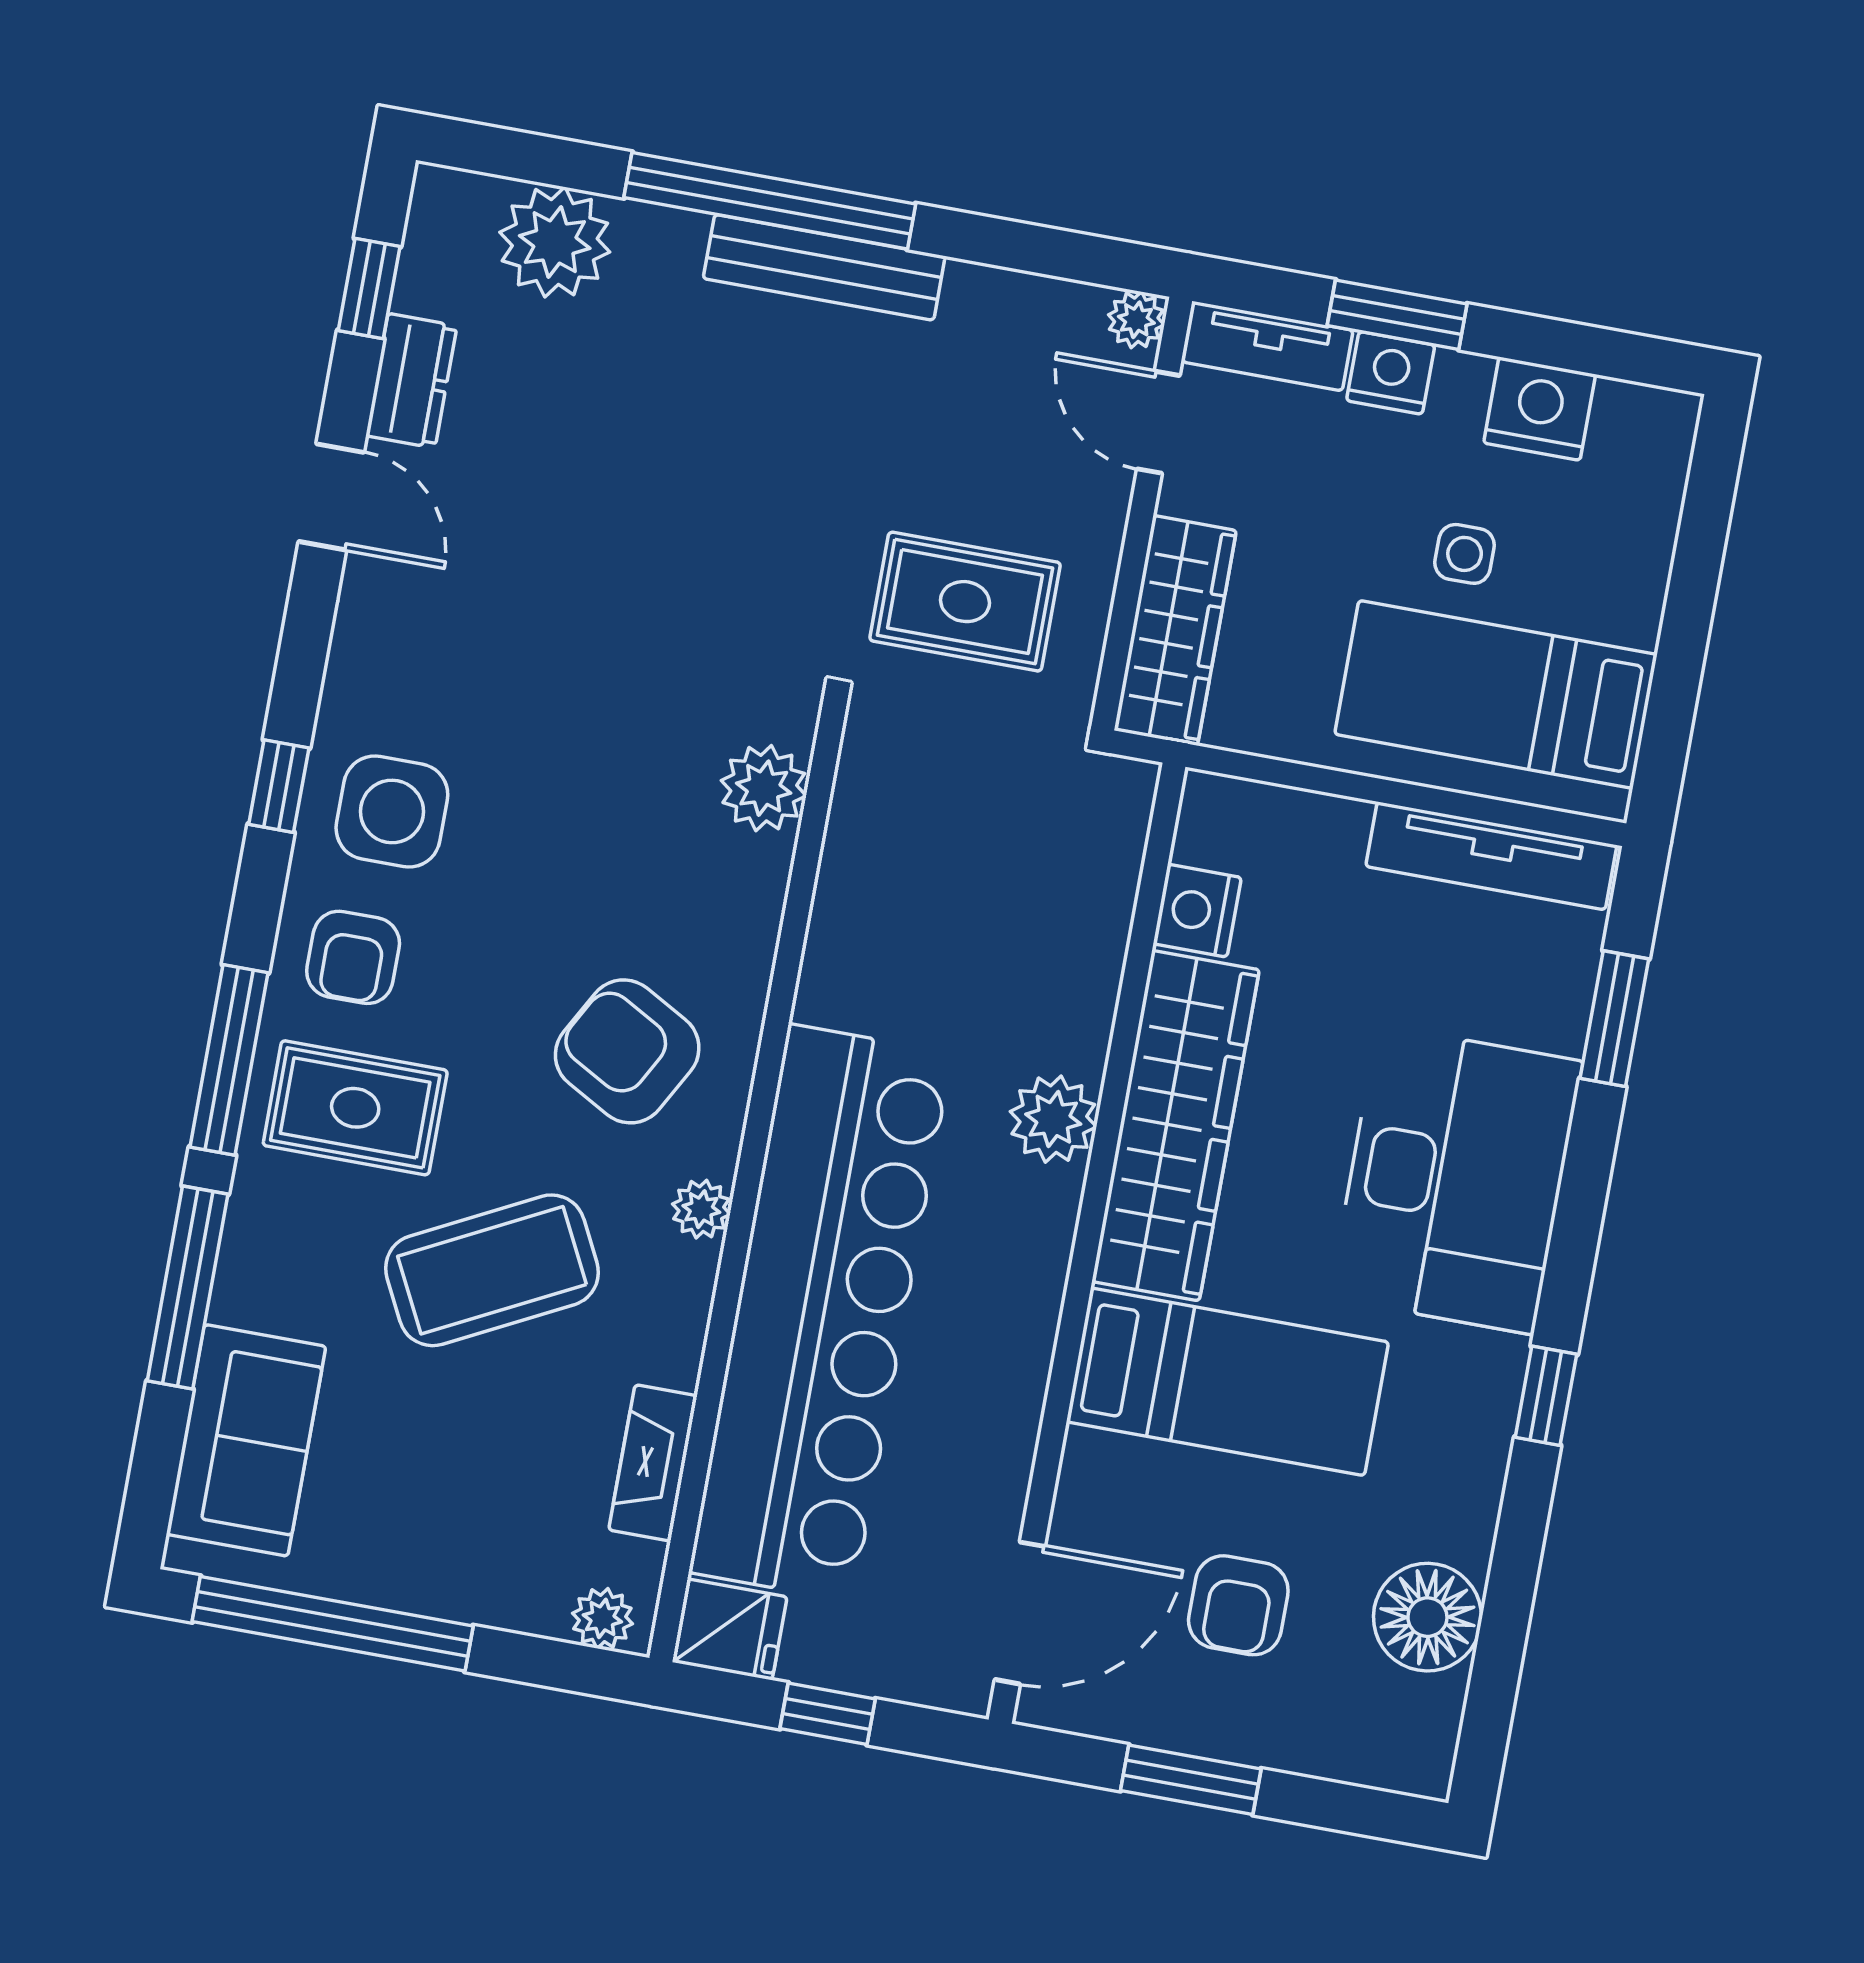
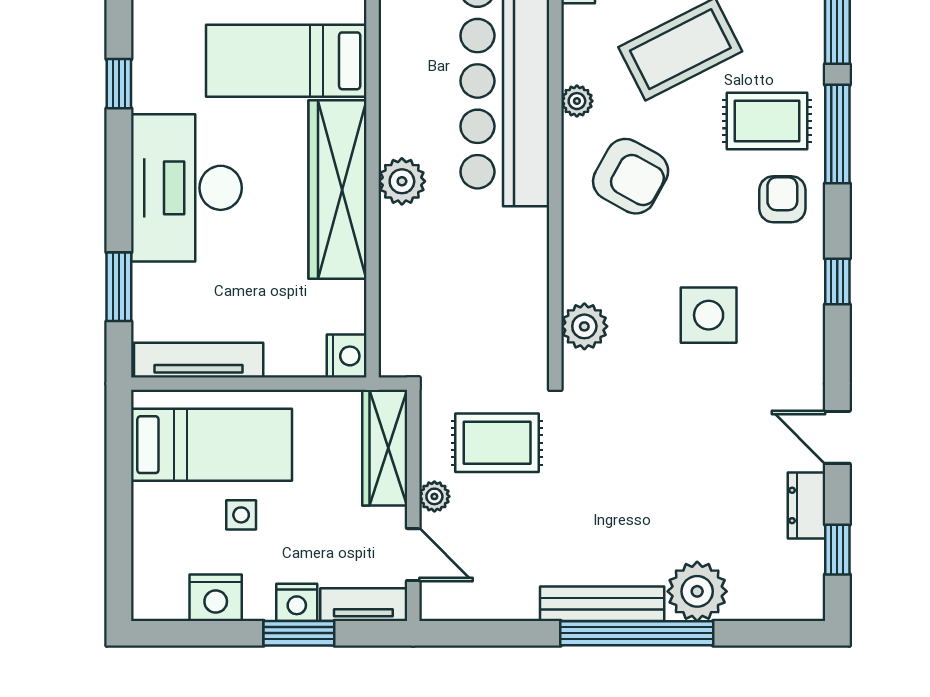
plant: (555, 242) -> (697, 591), moved
plant: (1136, 320) -> (434, 496), moved
side table: (392, 812) -> (709, 315), moved
nightstand: (1197, 911) -> (347, 356), moved

